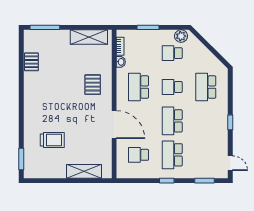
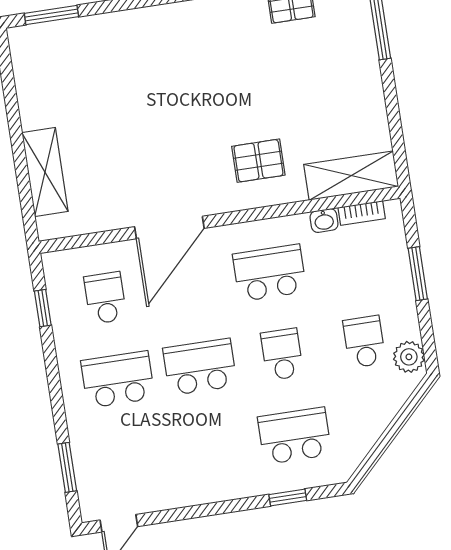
shelving: (89, 37) -> (351, 176), moved, turned 90
window: (230, 122) -> (288, 497), moved
trolley: (52, 140) -> (109, 83), removed
window: (167, 181) -> (43, 308), moved

